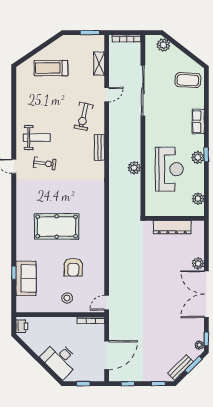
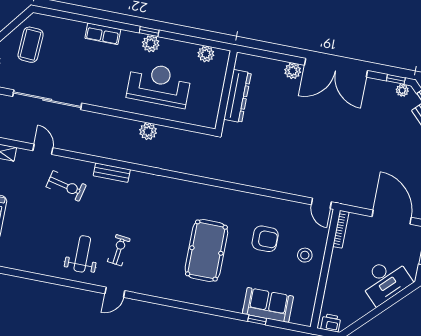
coffee table: (188, 80) -> (31, 45), moved

